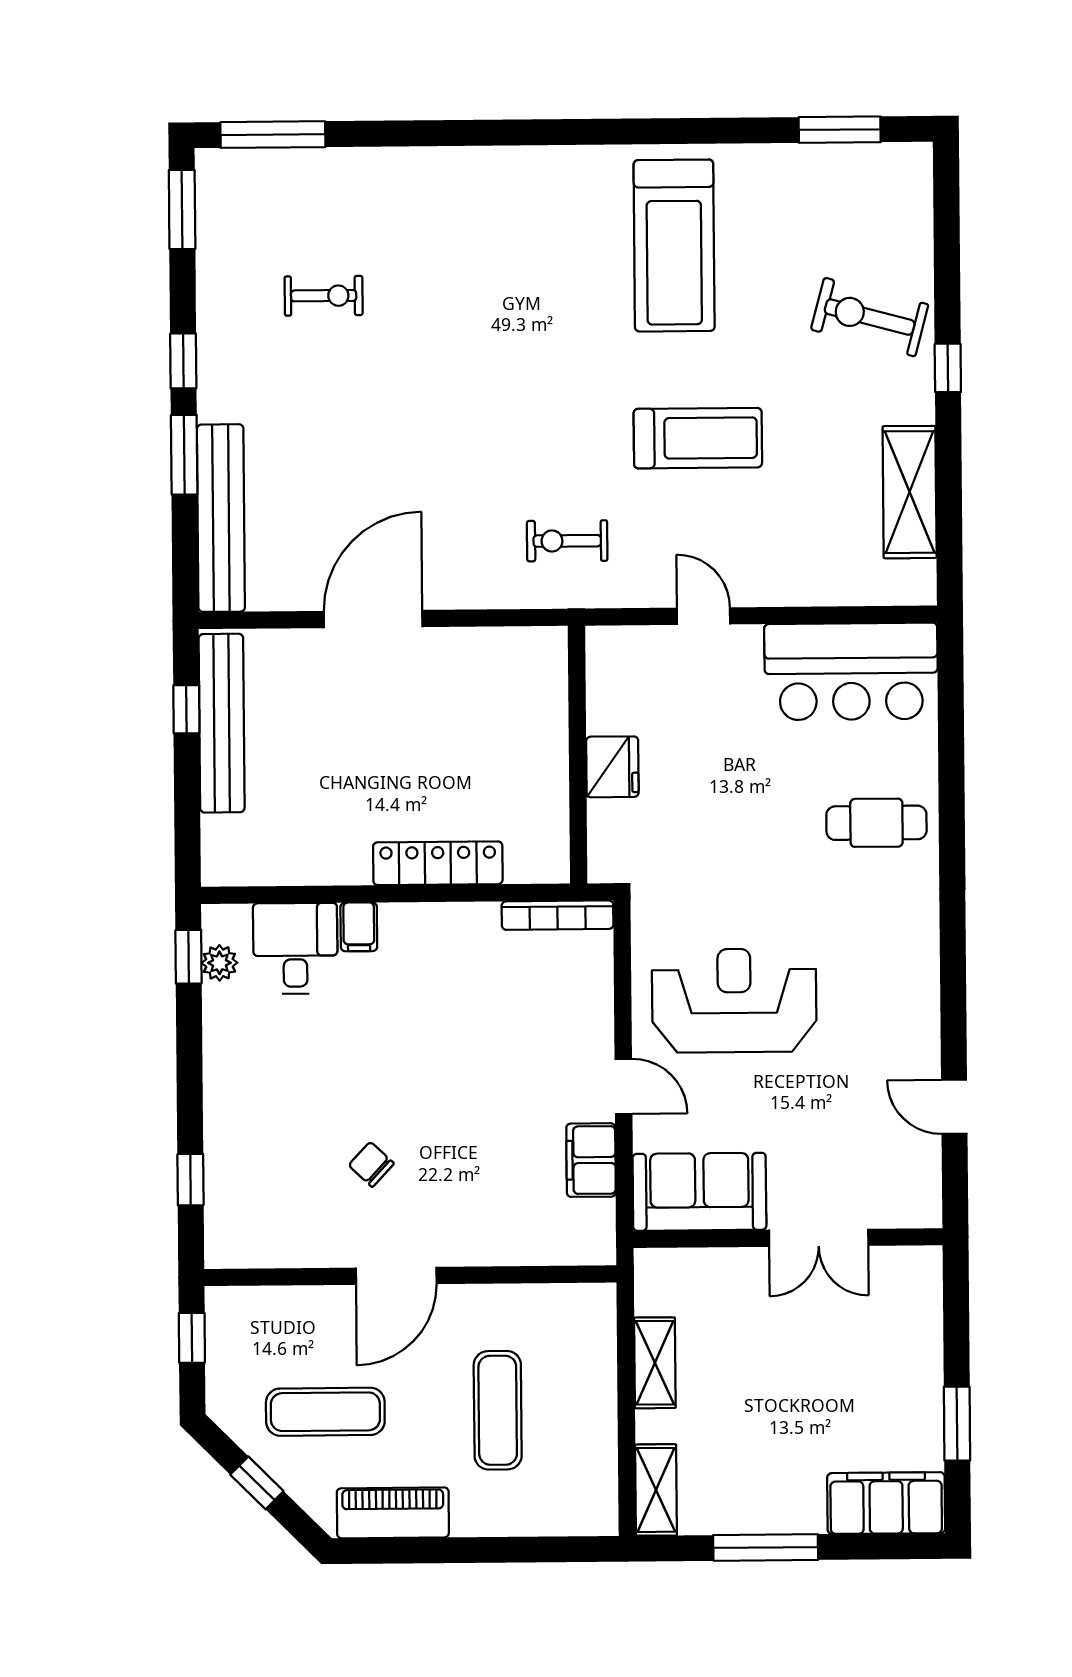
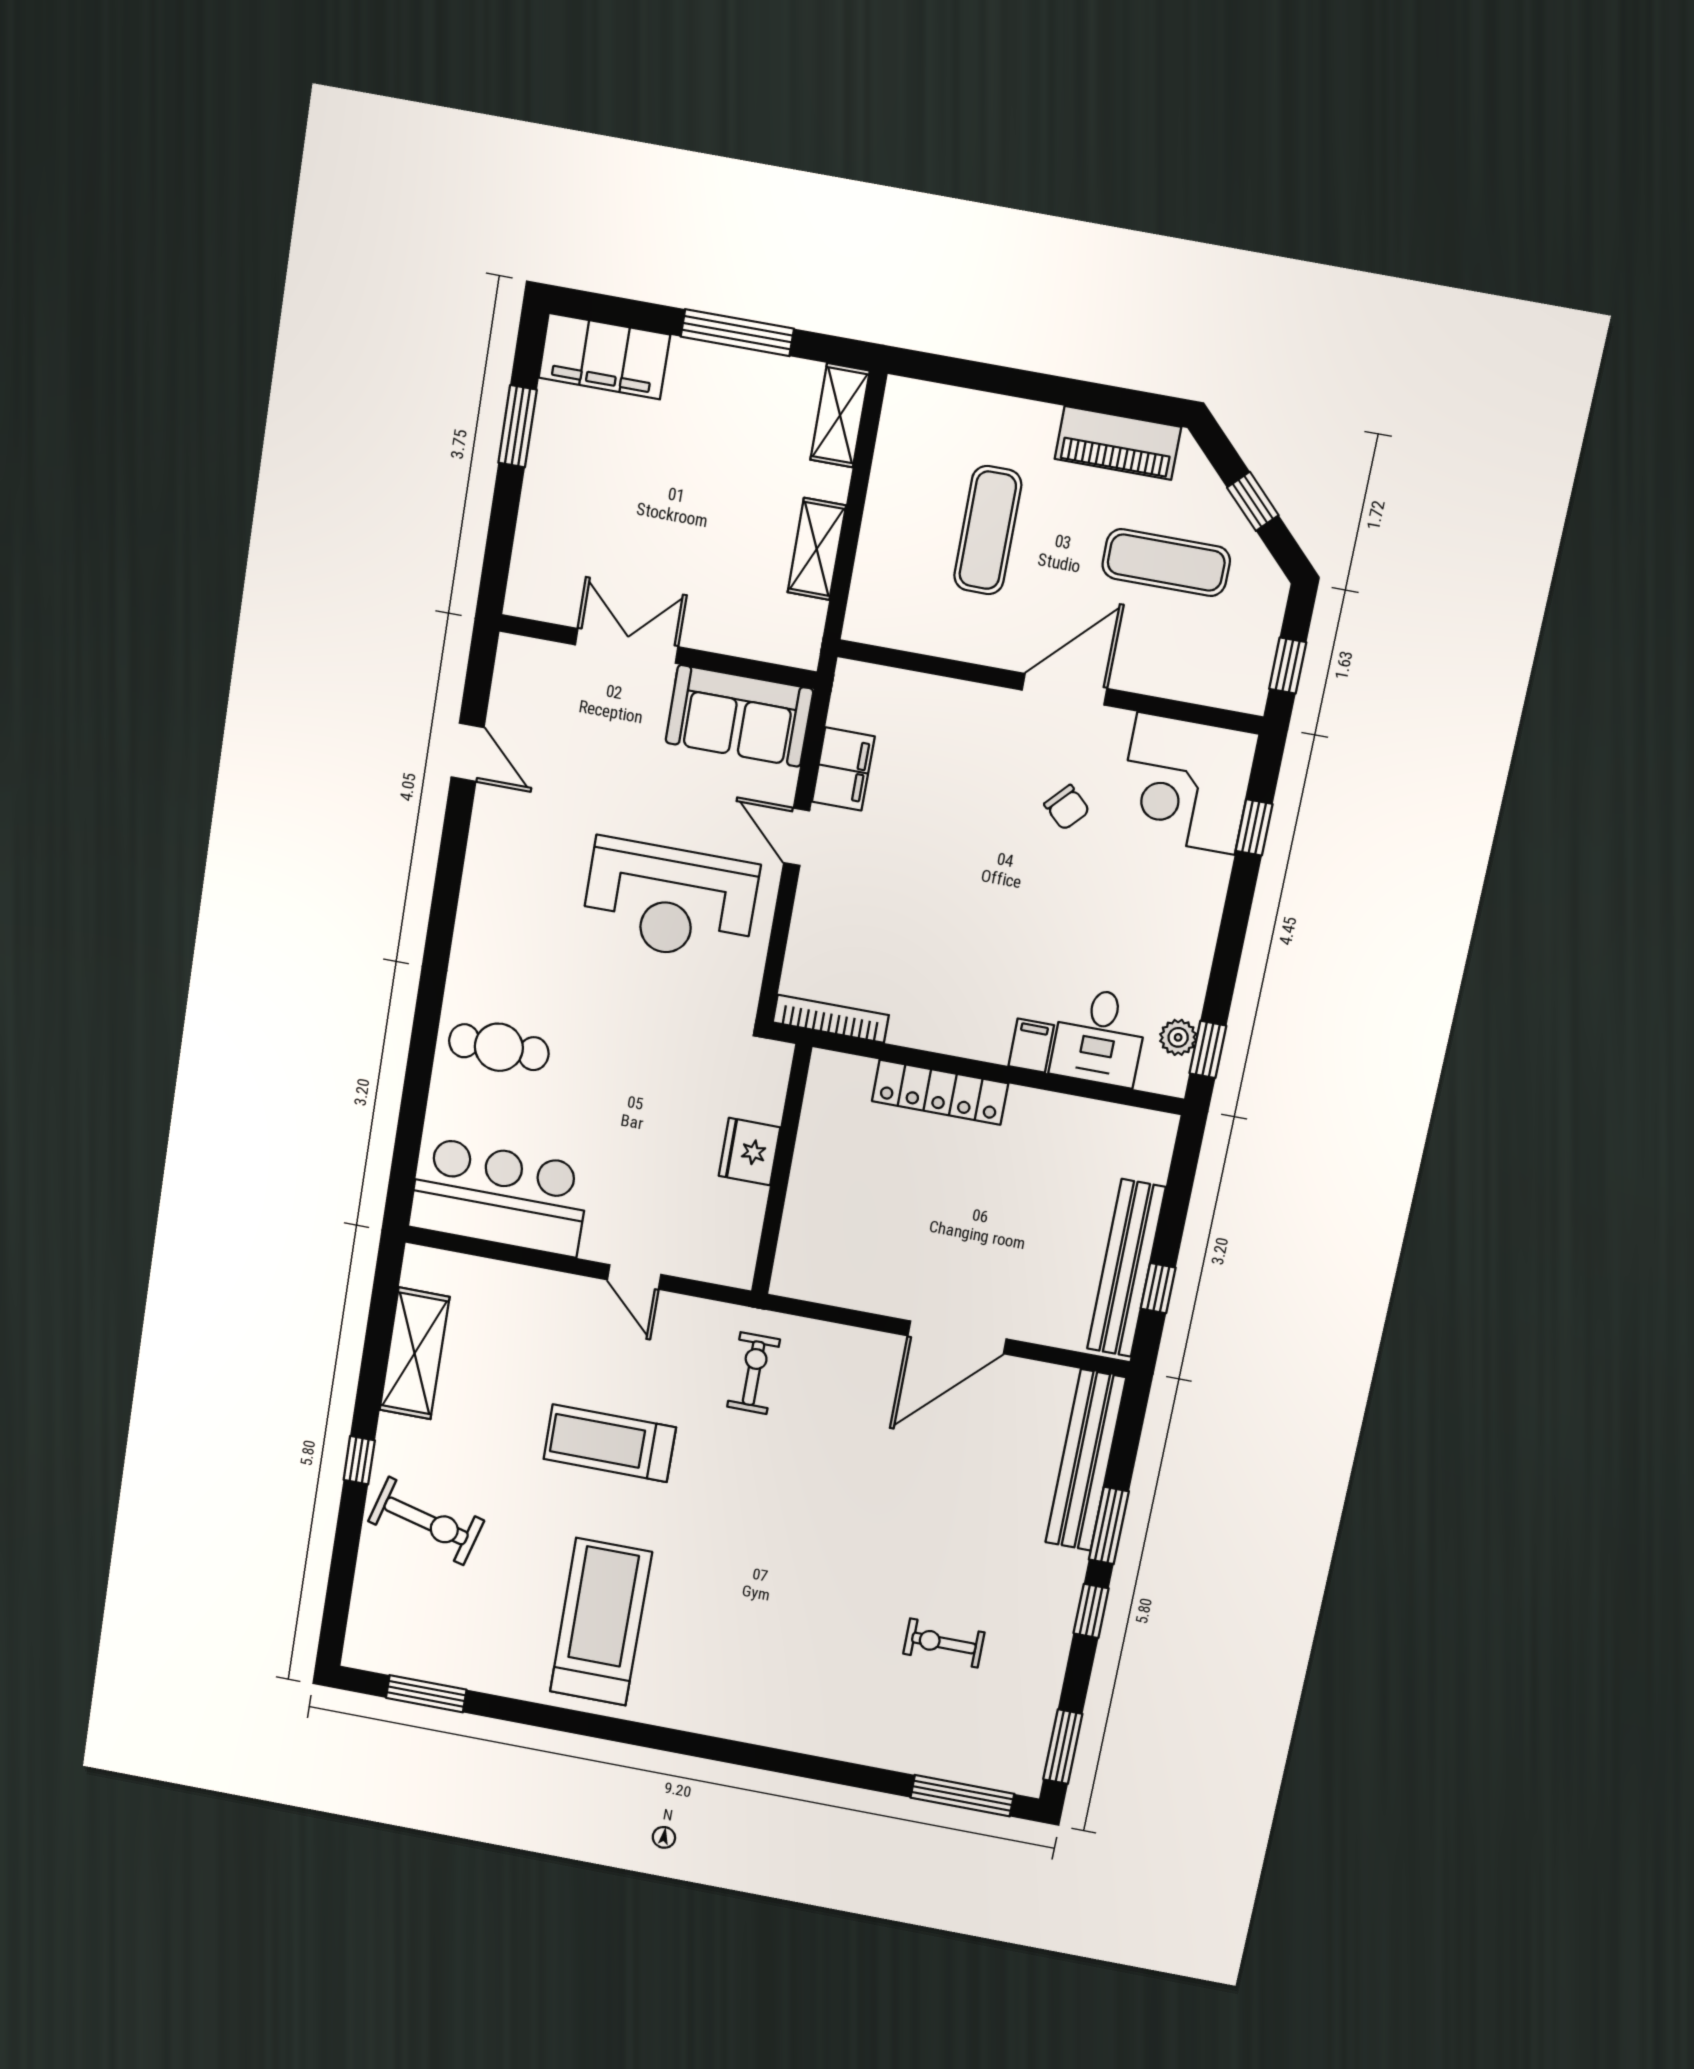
exercise bike: (567, 541) -> (754, 1373), turned -90
corner desk: (263, 1209) -> (1186, 784), added

